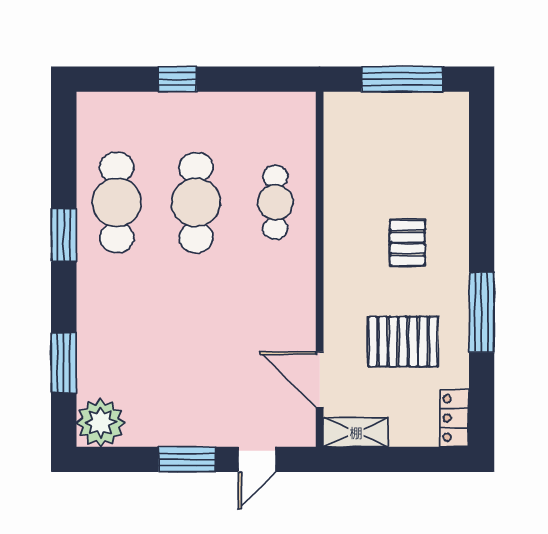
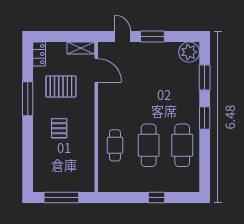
window: (64, 235) -> (205, 118), moved
door: (257, 459) -> (123, 37), hinge flipped

